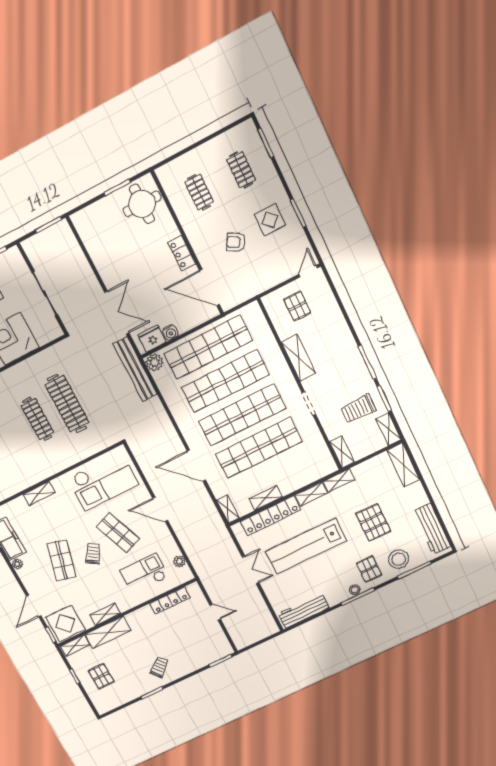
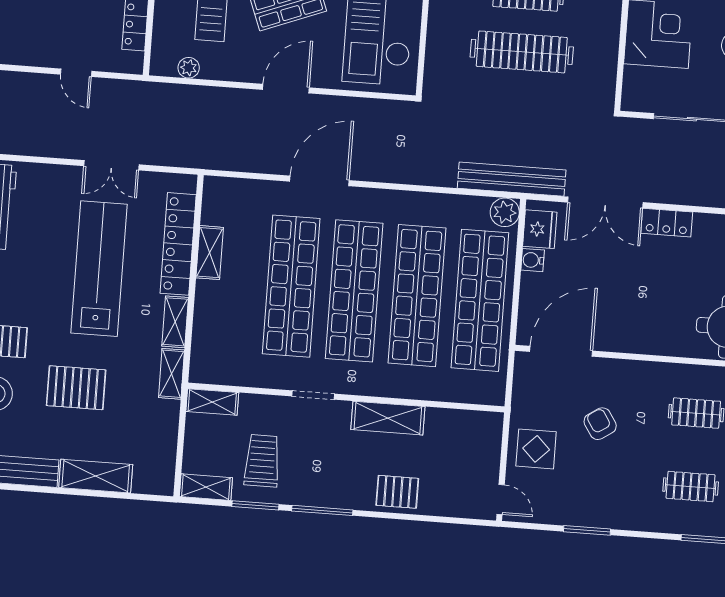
display table: (270, 220) -> (536, 449), moved
armchair: (236, 242) -> (600, 424), turned -62
locker: (182, 253) -> (667, 223), moved, turned 180
pallet: (297, 306) -> (397, 492), moved
shelving: (403, 465) -> (96, 476), moved
shelving: (228, 509) -> (226, 187), removed
door: (215, 612) -> (76, 73), hinge flipped

